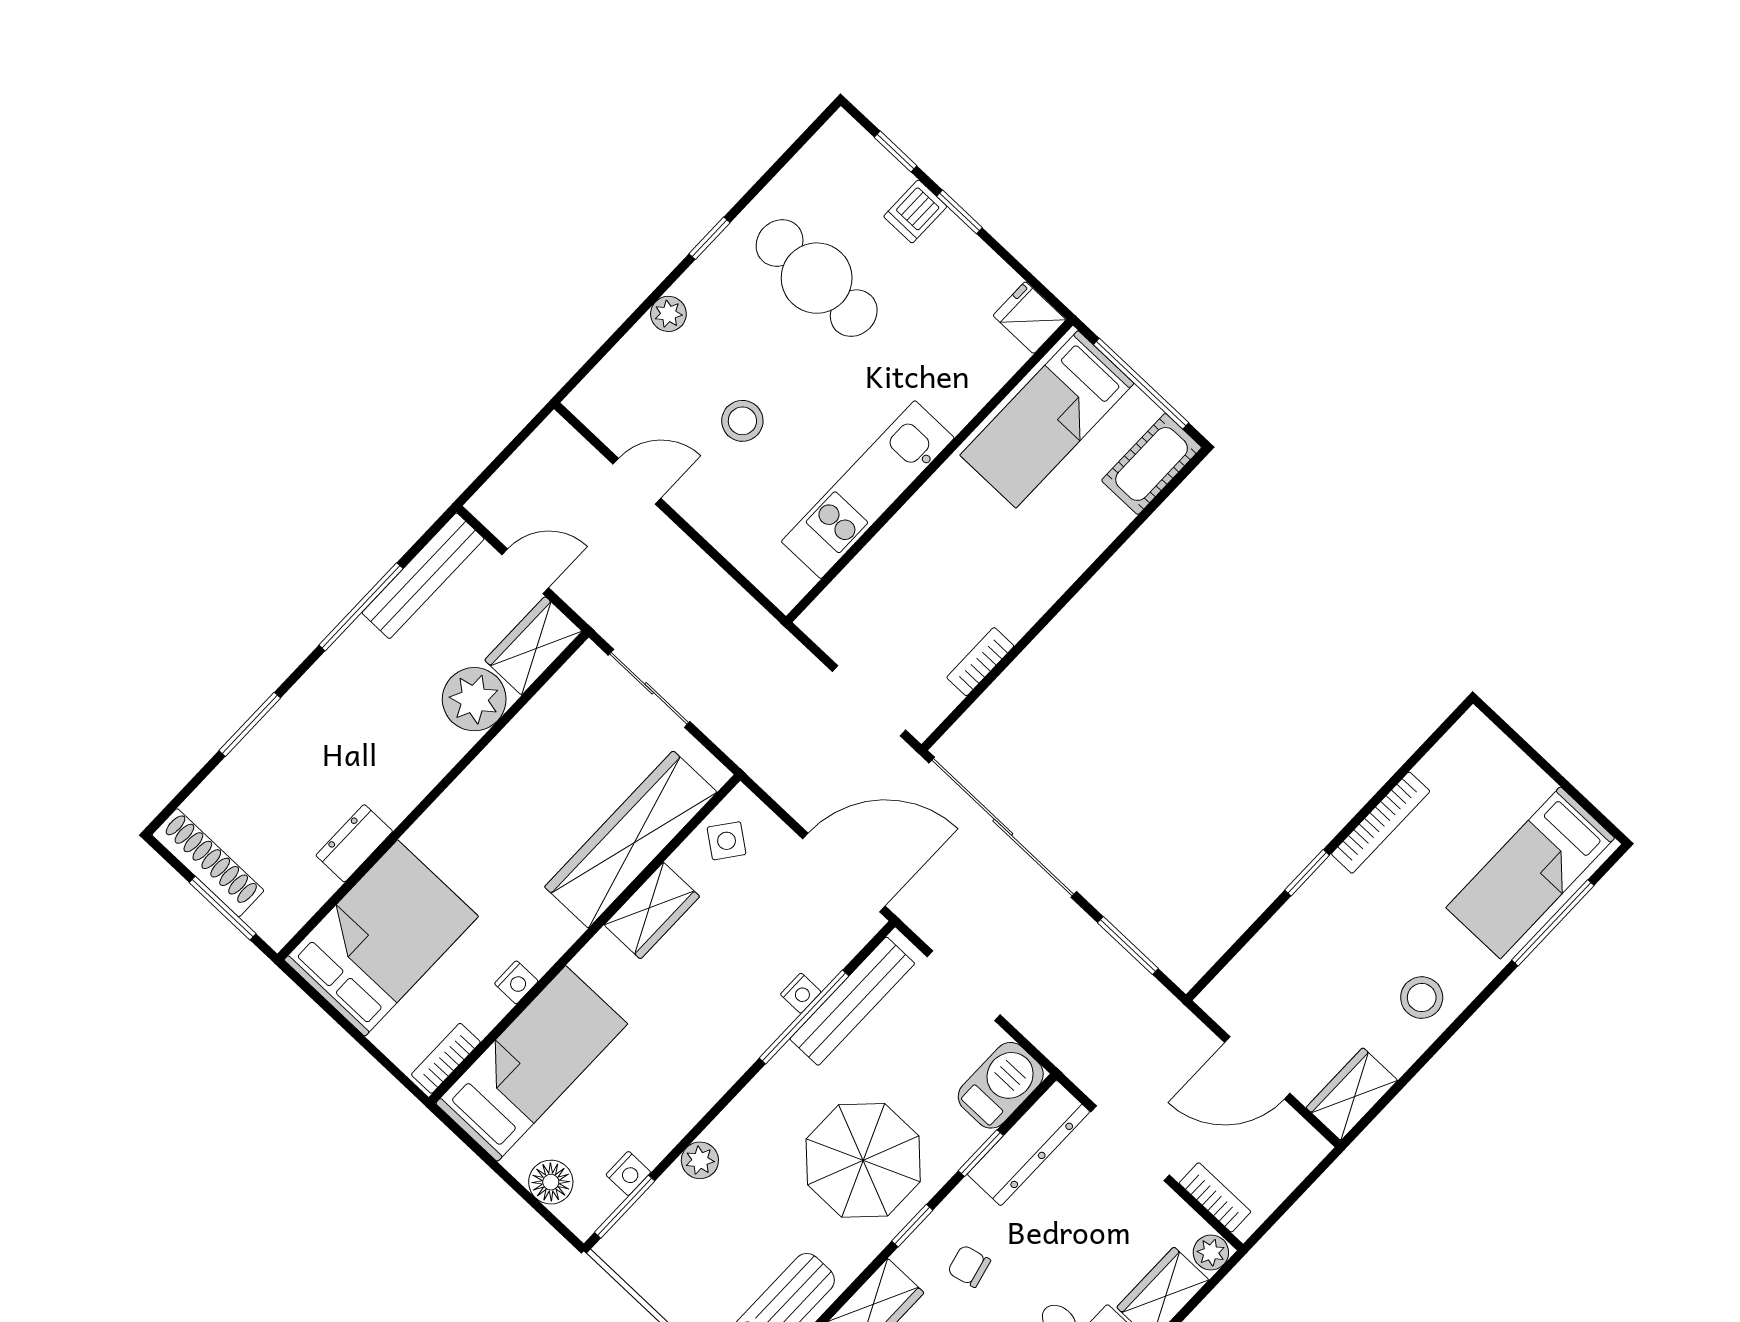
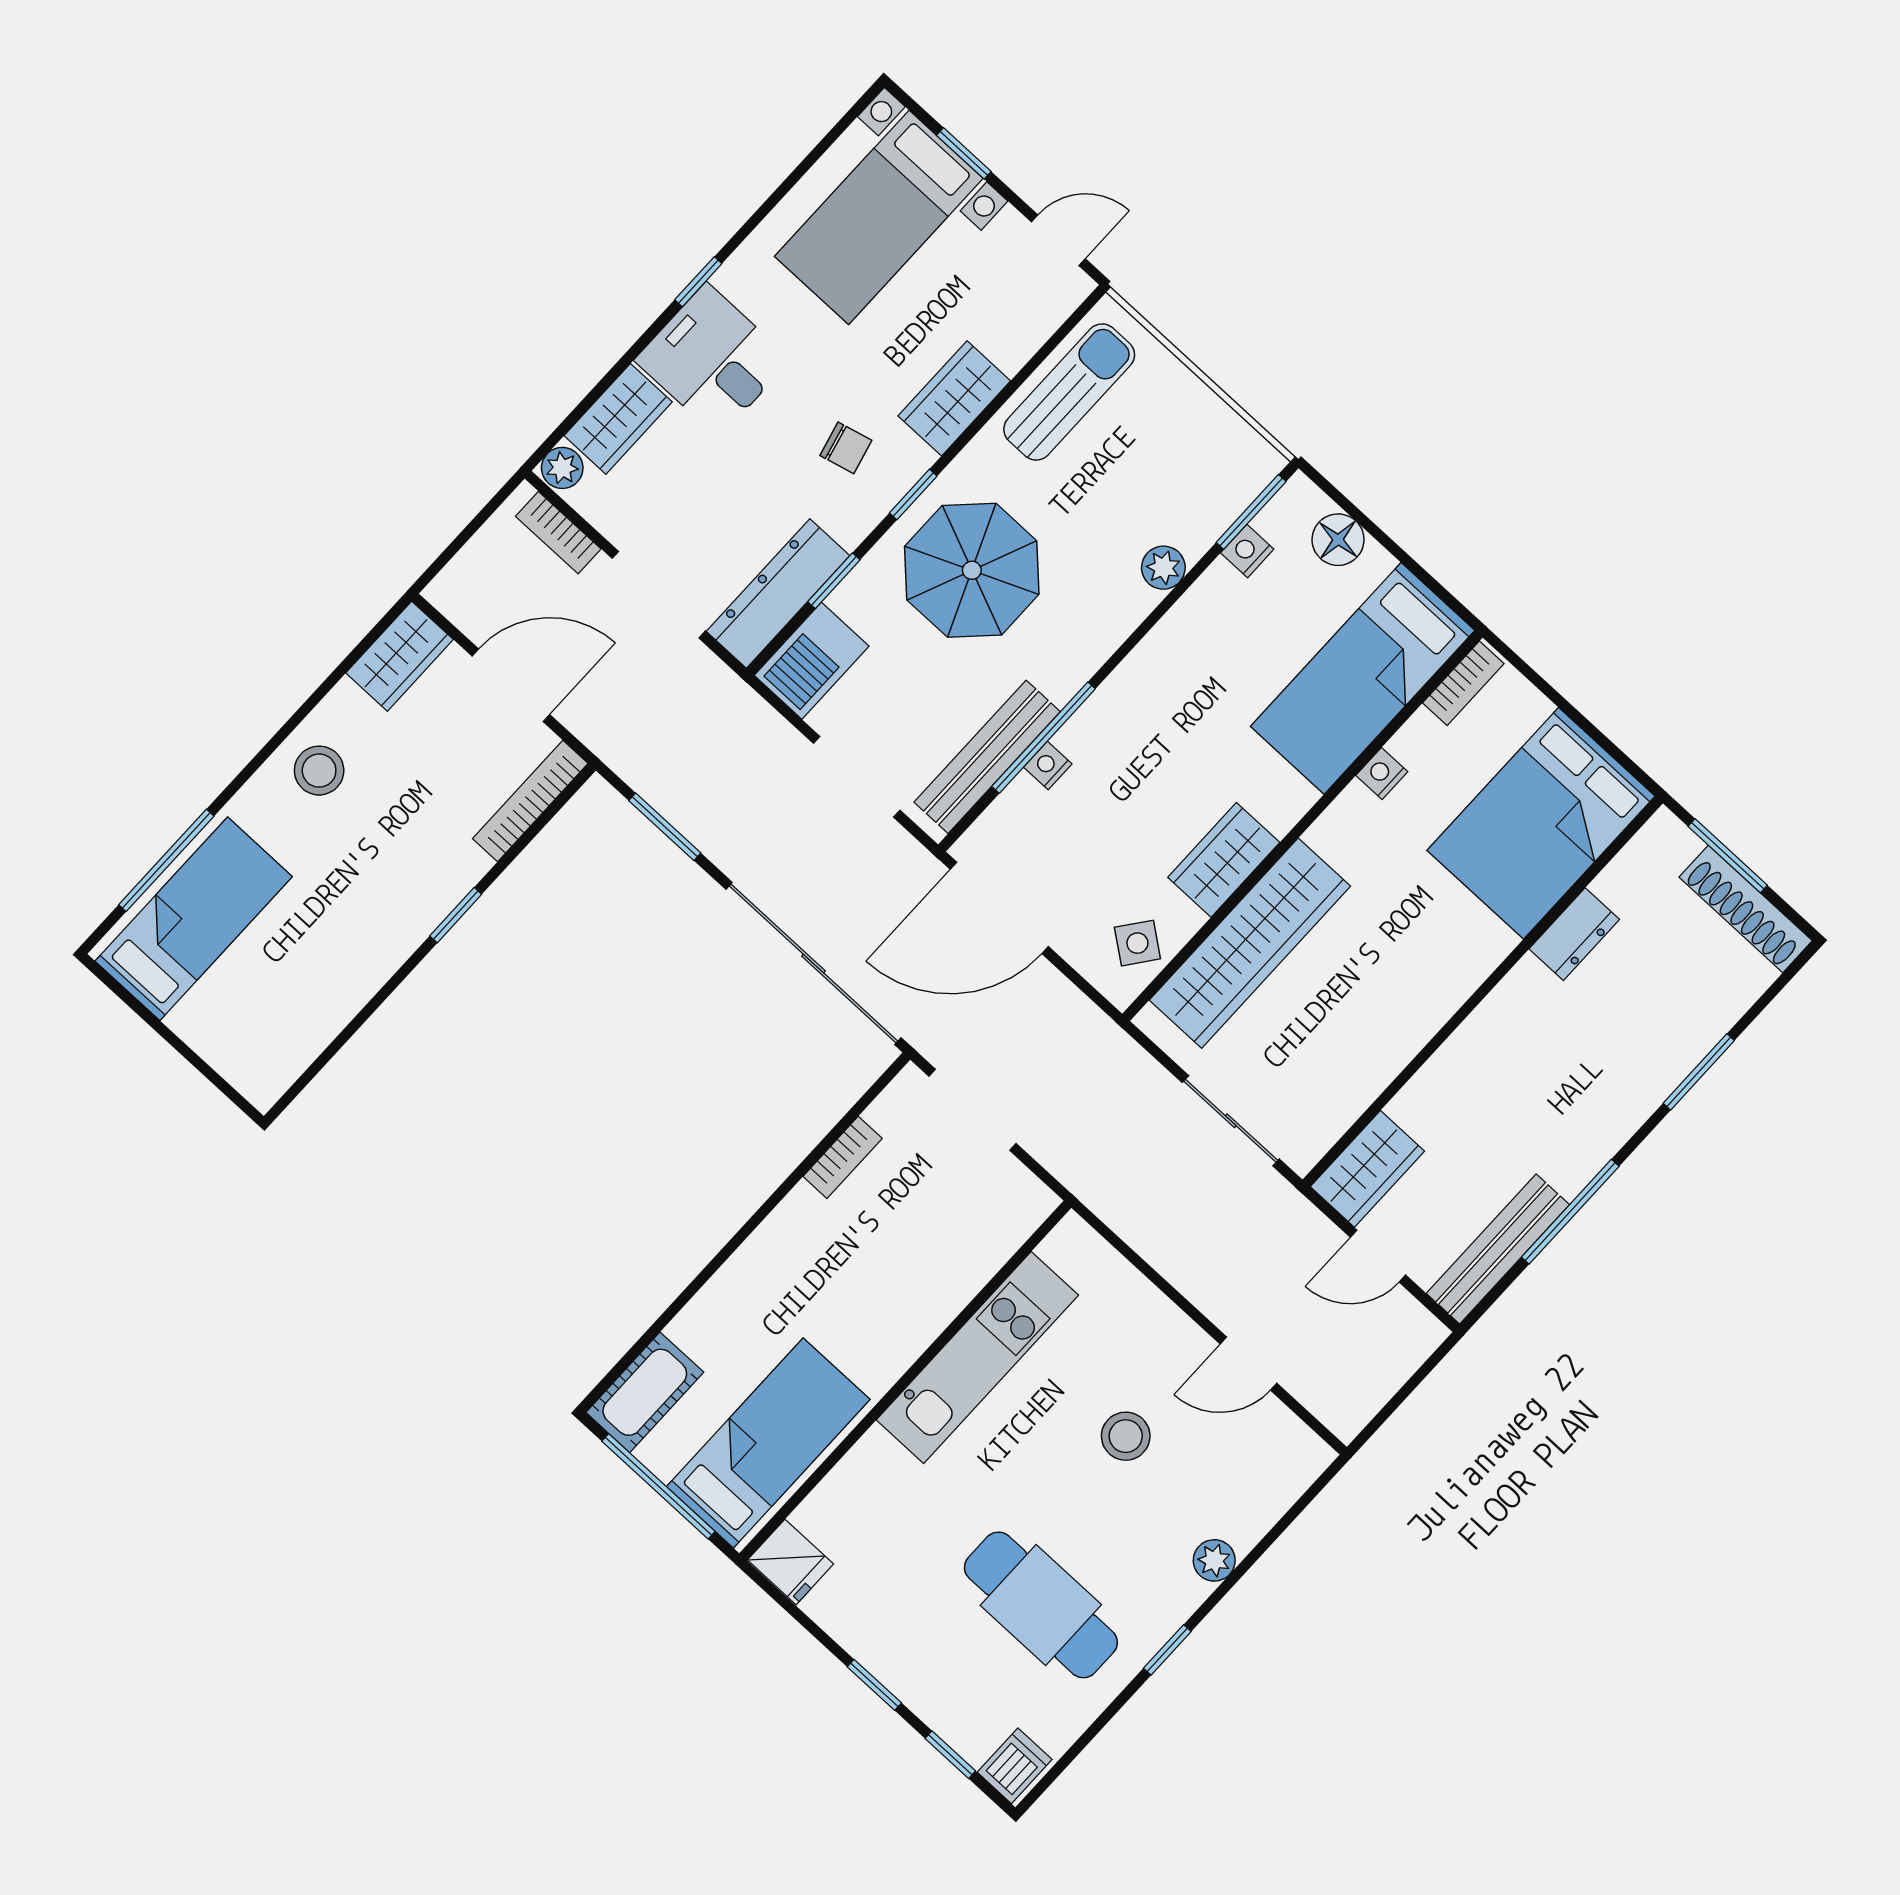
dishwasher: (915, 211) -> (1015, 1766), moved
plant: (474, 699) -> (1436, 1105), removed
bookcase: (1381, 823) -> (530, 801), moved

